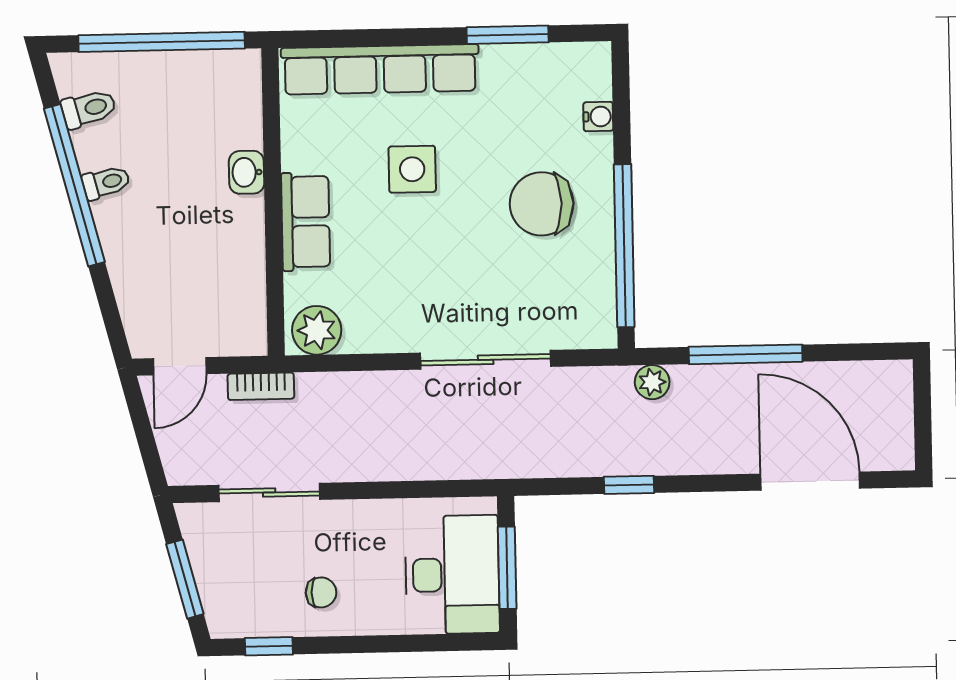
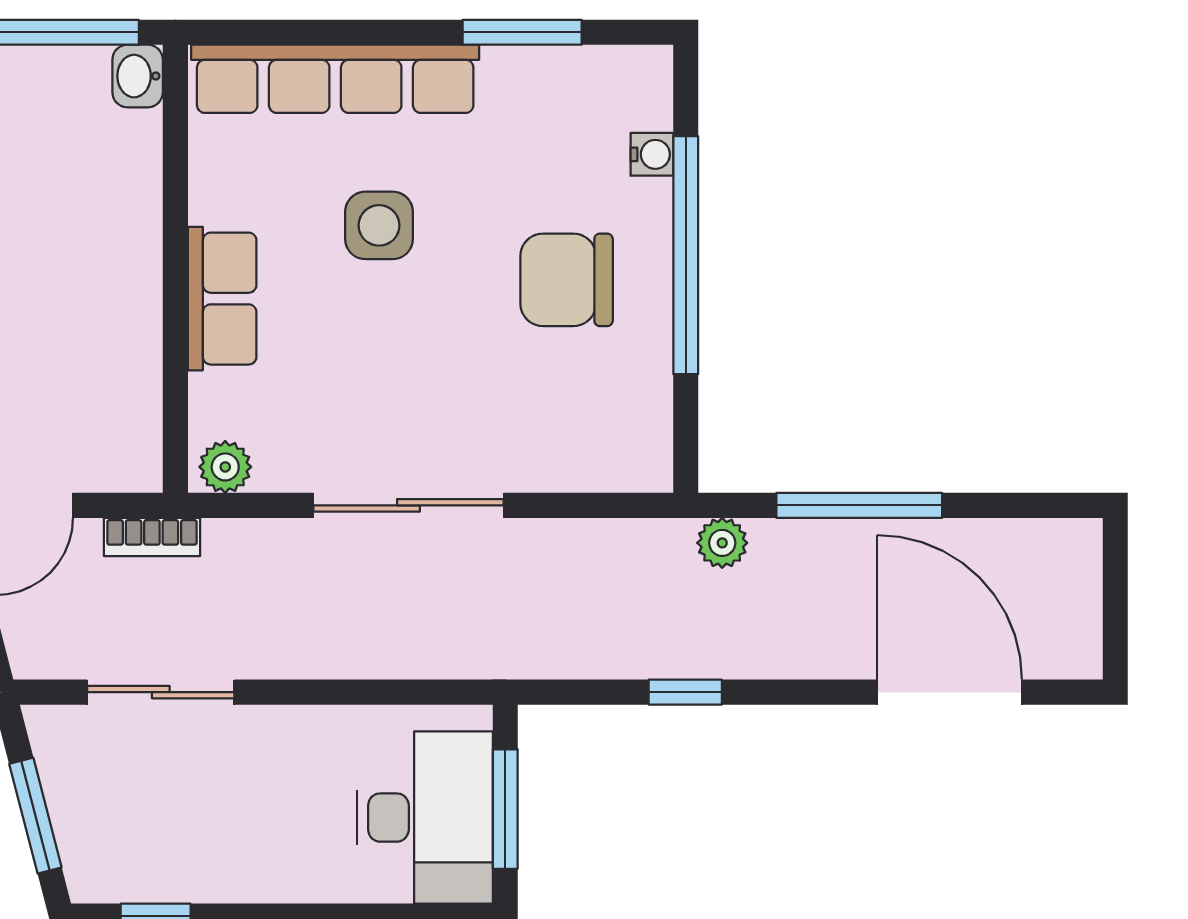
washbasin: (247, 172) -> (138, 76), moved
window: (624, 246) -> (686, 255), moved
plant: (317, 330) -> (225, 467), width x0.73, depth x0.73
sliding door: (486, 360) -> (409, 505), moved
chair: (321, 592) -> (233, 839), removed

